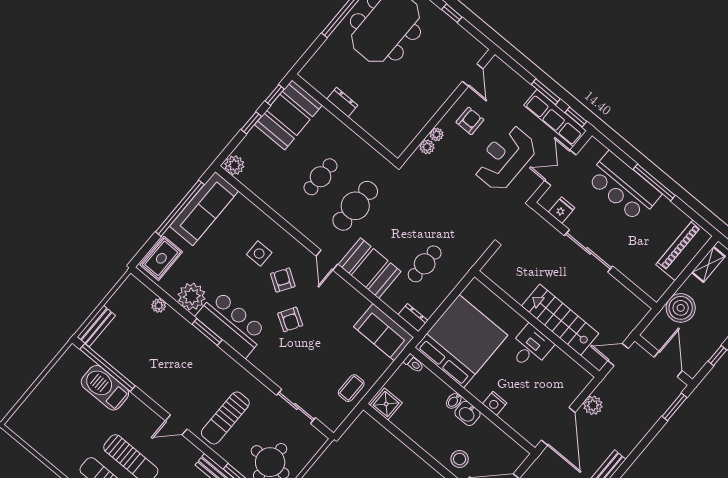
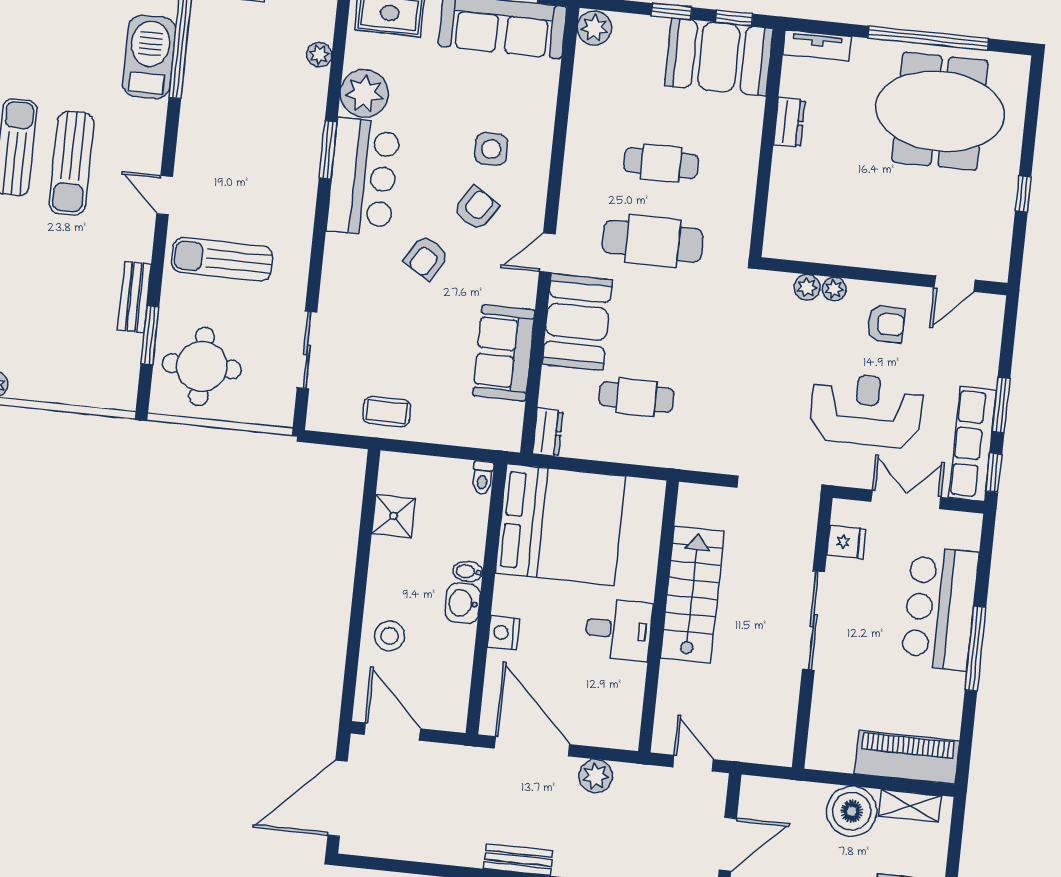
tv unit: (314, 64) -> (817, 46), added
boiler: (681, 308) -> (852, 811), moved
stairs: (560, 320) -> (692, 595), moved
sofa: (384, 332) -> (504, 353), moved
shower: (386, 404) -> (394, 516), moved
door: (558, 426) -> (532, 746), swing flipped

